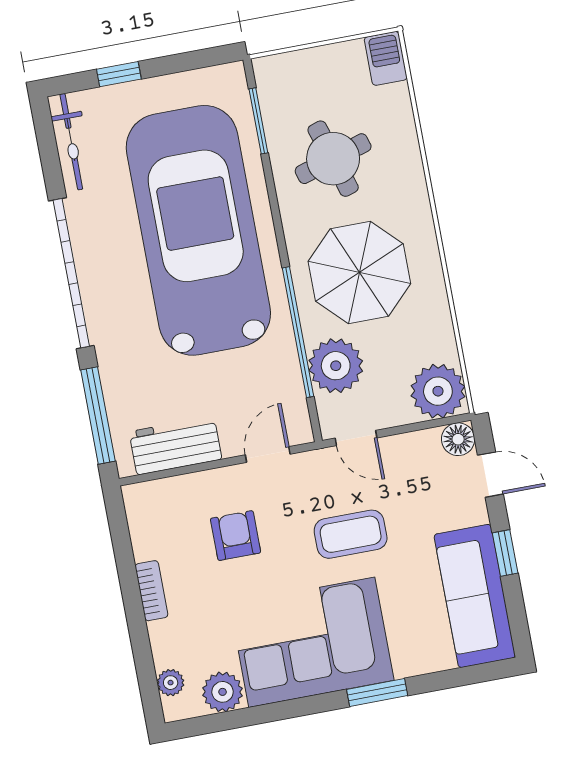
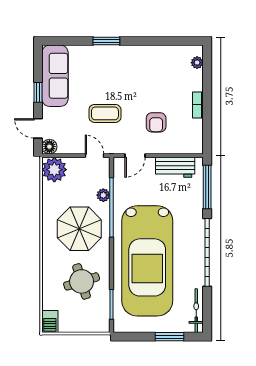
window: (119, 74) -> (170, 337), width x1.50
plant: (336, 366) -> (103, 195), width x0.53, depth x0.53
corner sofa: (312, 642) -> (131, 69), removed
plant: (223, 692) -> (175, 54), removed

